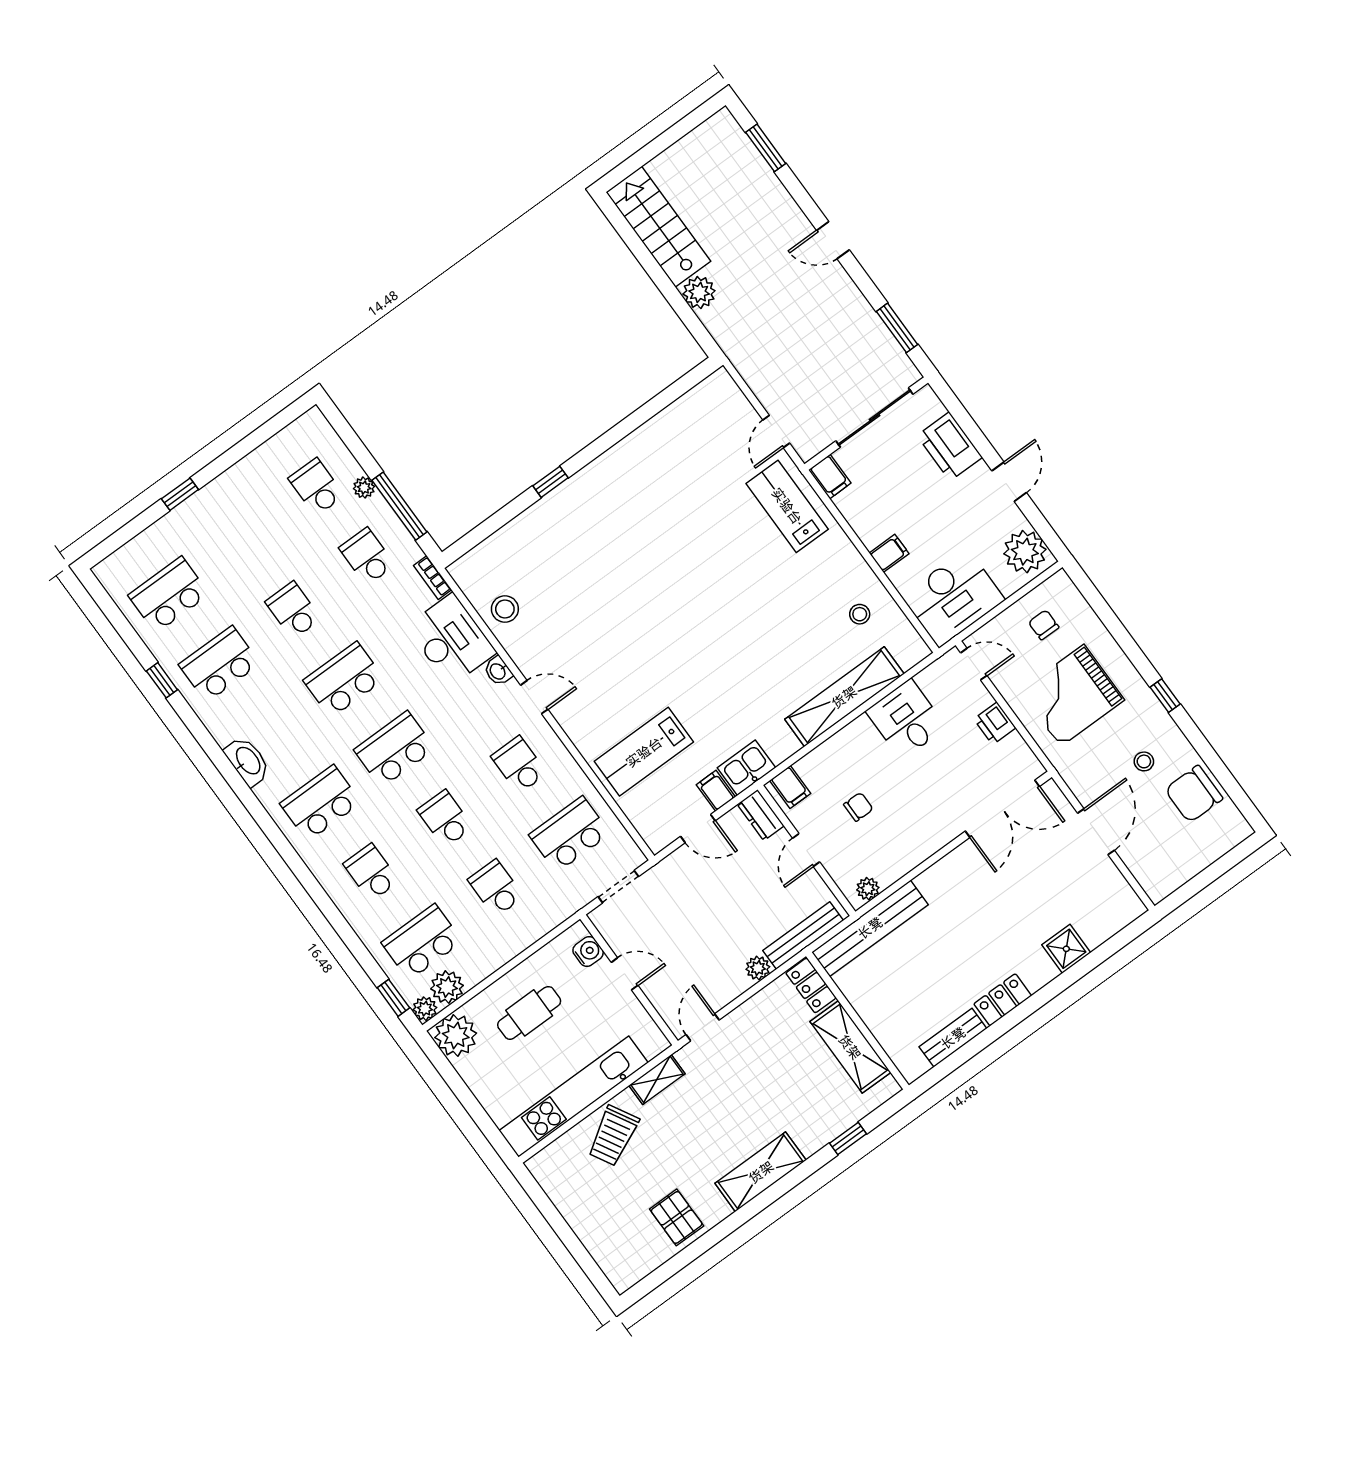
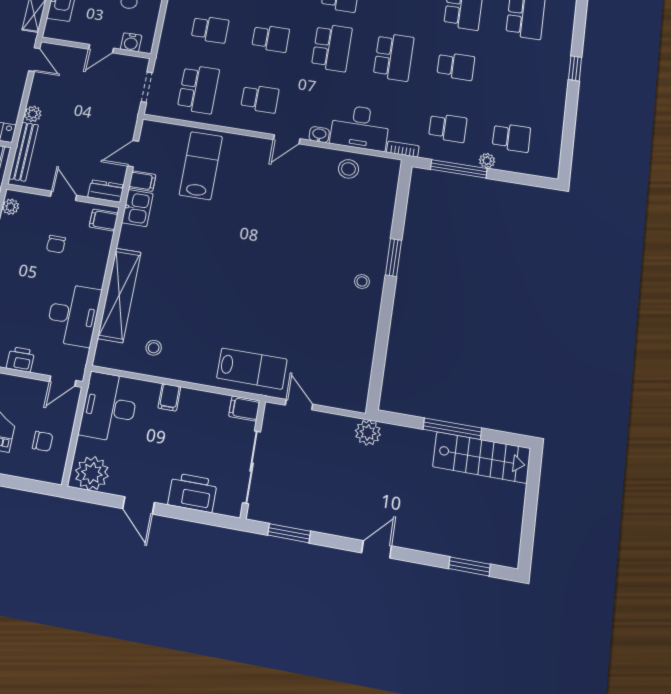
window: (659, 276) -> (452, 429), added
plant: (699, 292) -> (368, 433), moved
window: (551, 482) -> (394, 258), width x1.50
stool: (603, 488) -> (362, 281), added
desk: (906, 719) -> (73, 315), width x1.37

